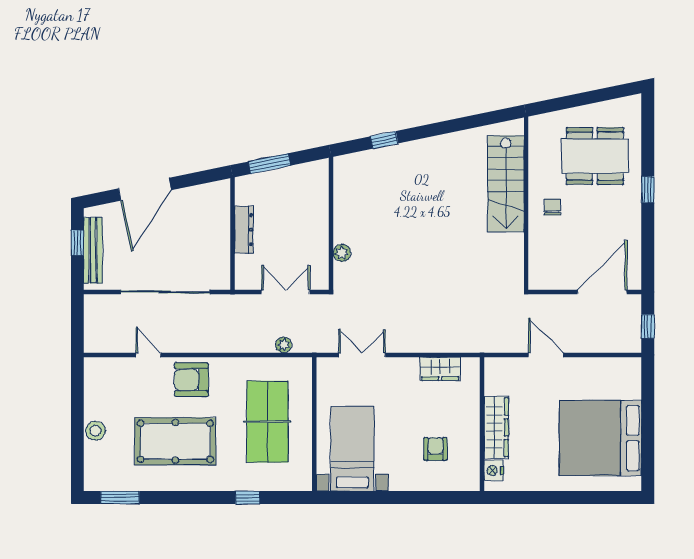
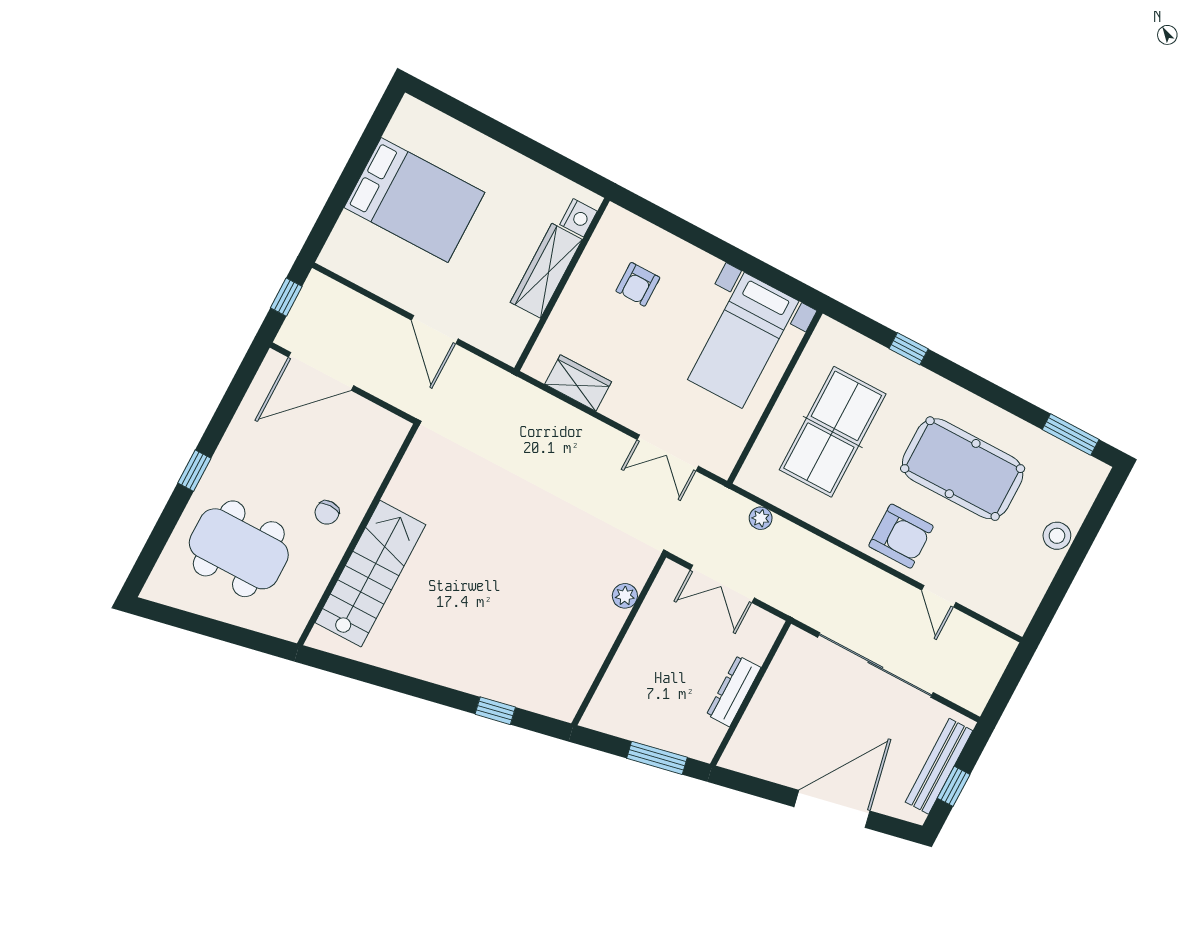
bed: (601, 438) -> (414, 200), width x0.73

